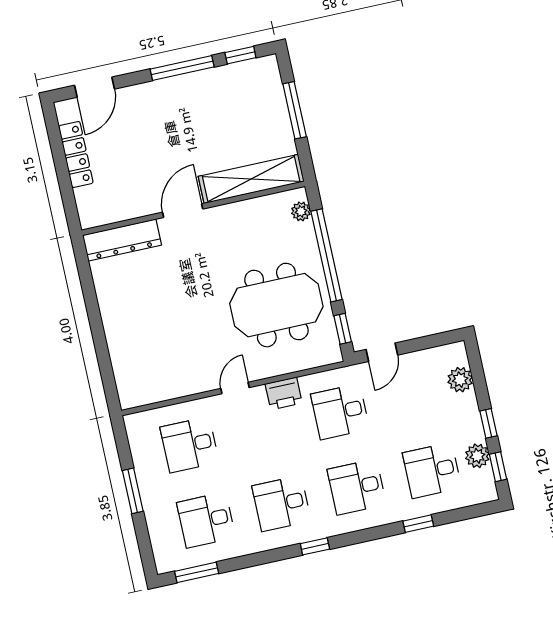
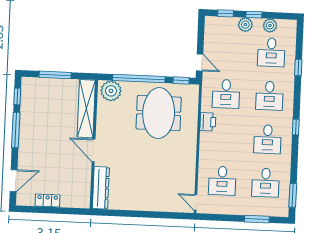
door: (95, 87) -> (14, 181), hinge flipped
locker: (76, 154) -> (48, 201), width x0.66
plant: (301, 211) -> (111, 91), width x1.88, depth x1.88
plant: (460, 380) -> (245, 25), moved
door: (235, 388) -> (195, 202), moved
window: (498, 467) -> (226, 13), moved
window: (133, 491) -> (257, 219), moved

